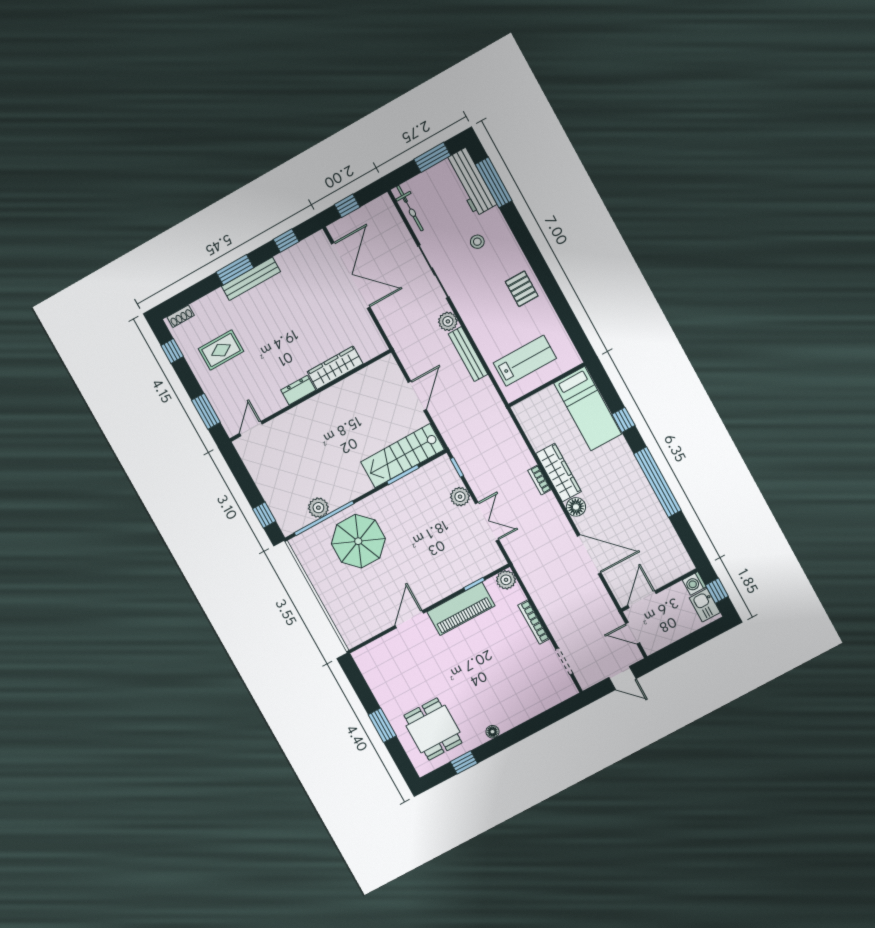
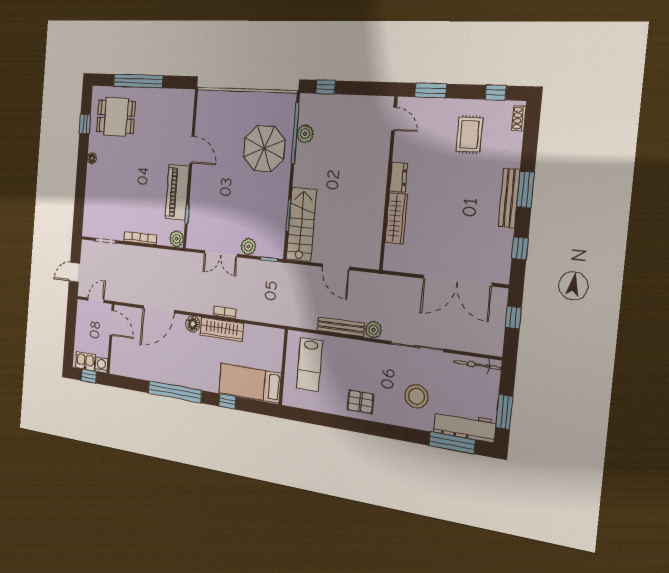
stool: (477, 242) -> (416, 396), width x1.89, depth x1.89
window: (382, 725) -> (138, 81), width x2.11

